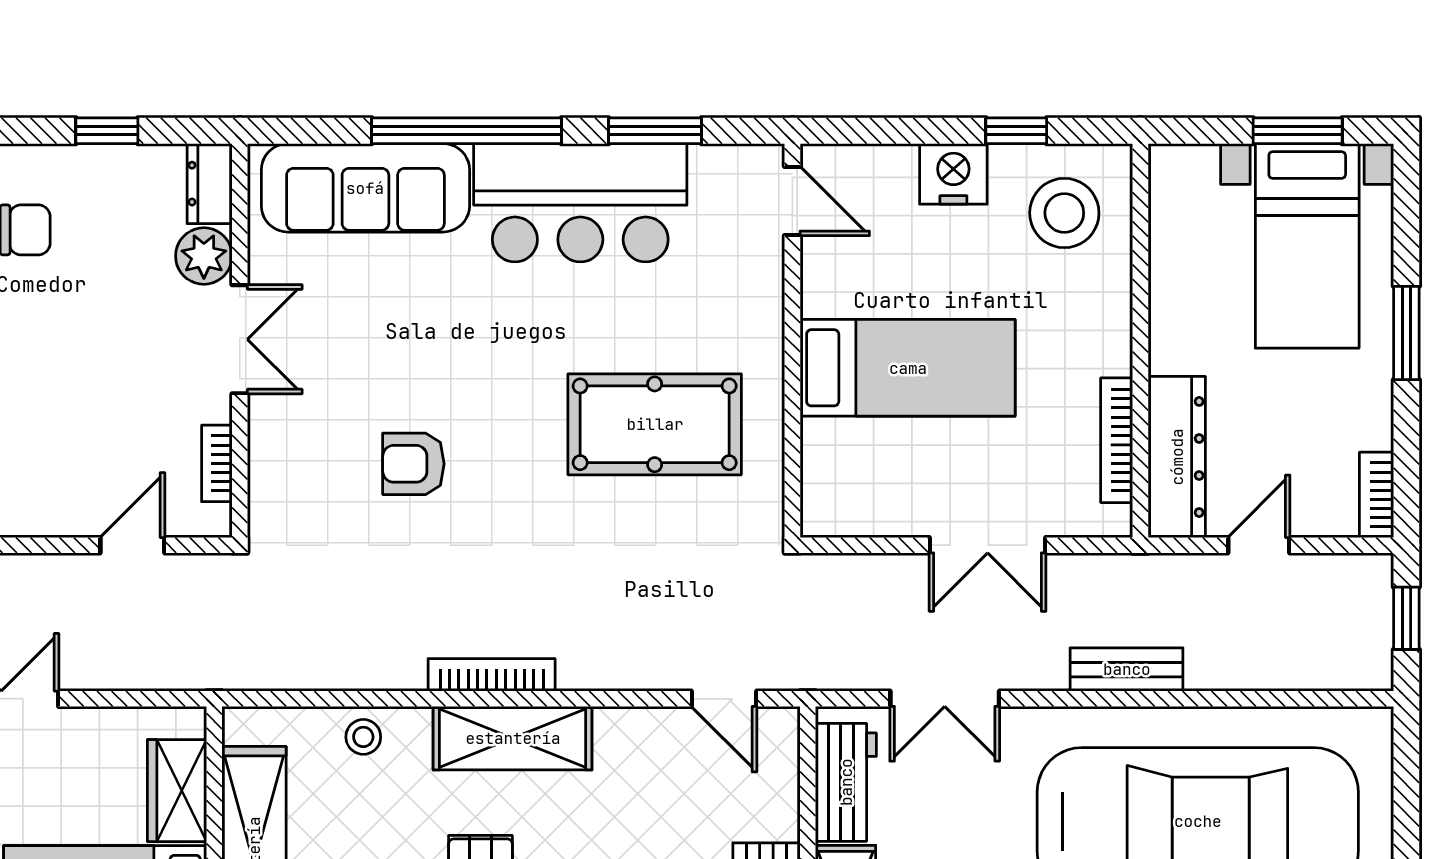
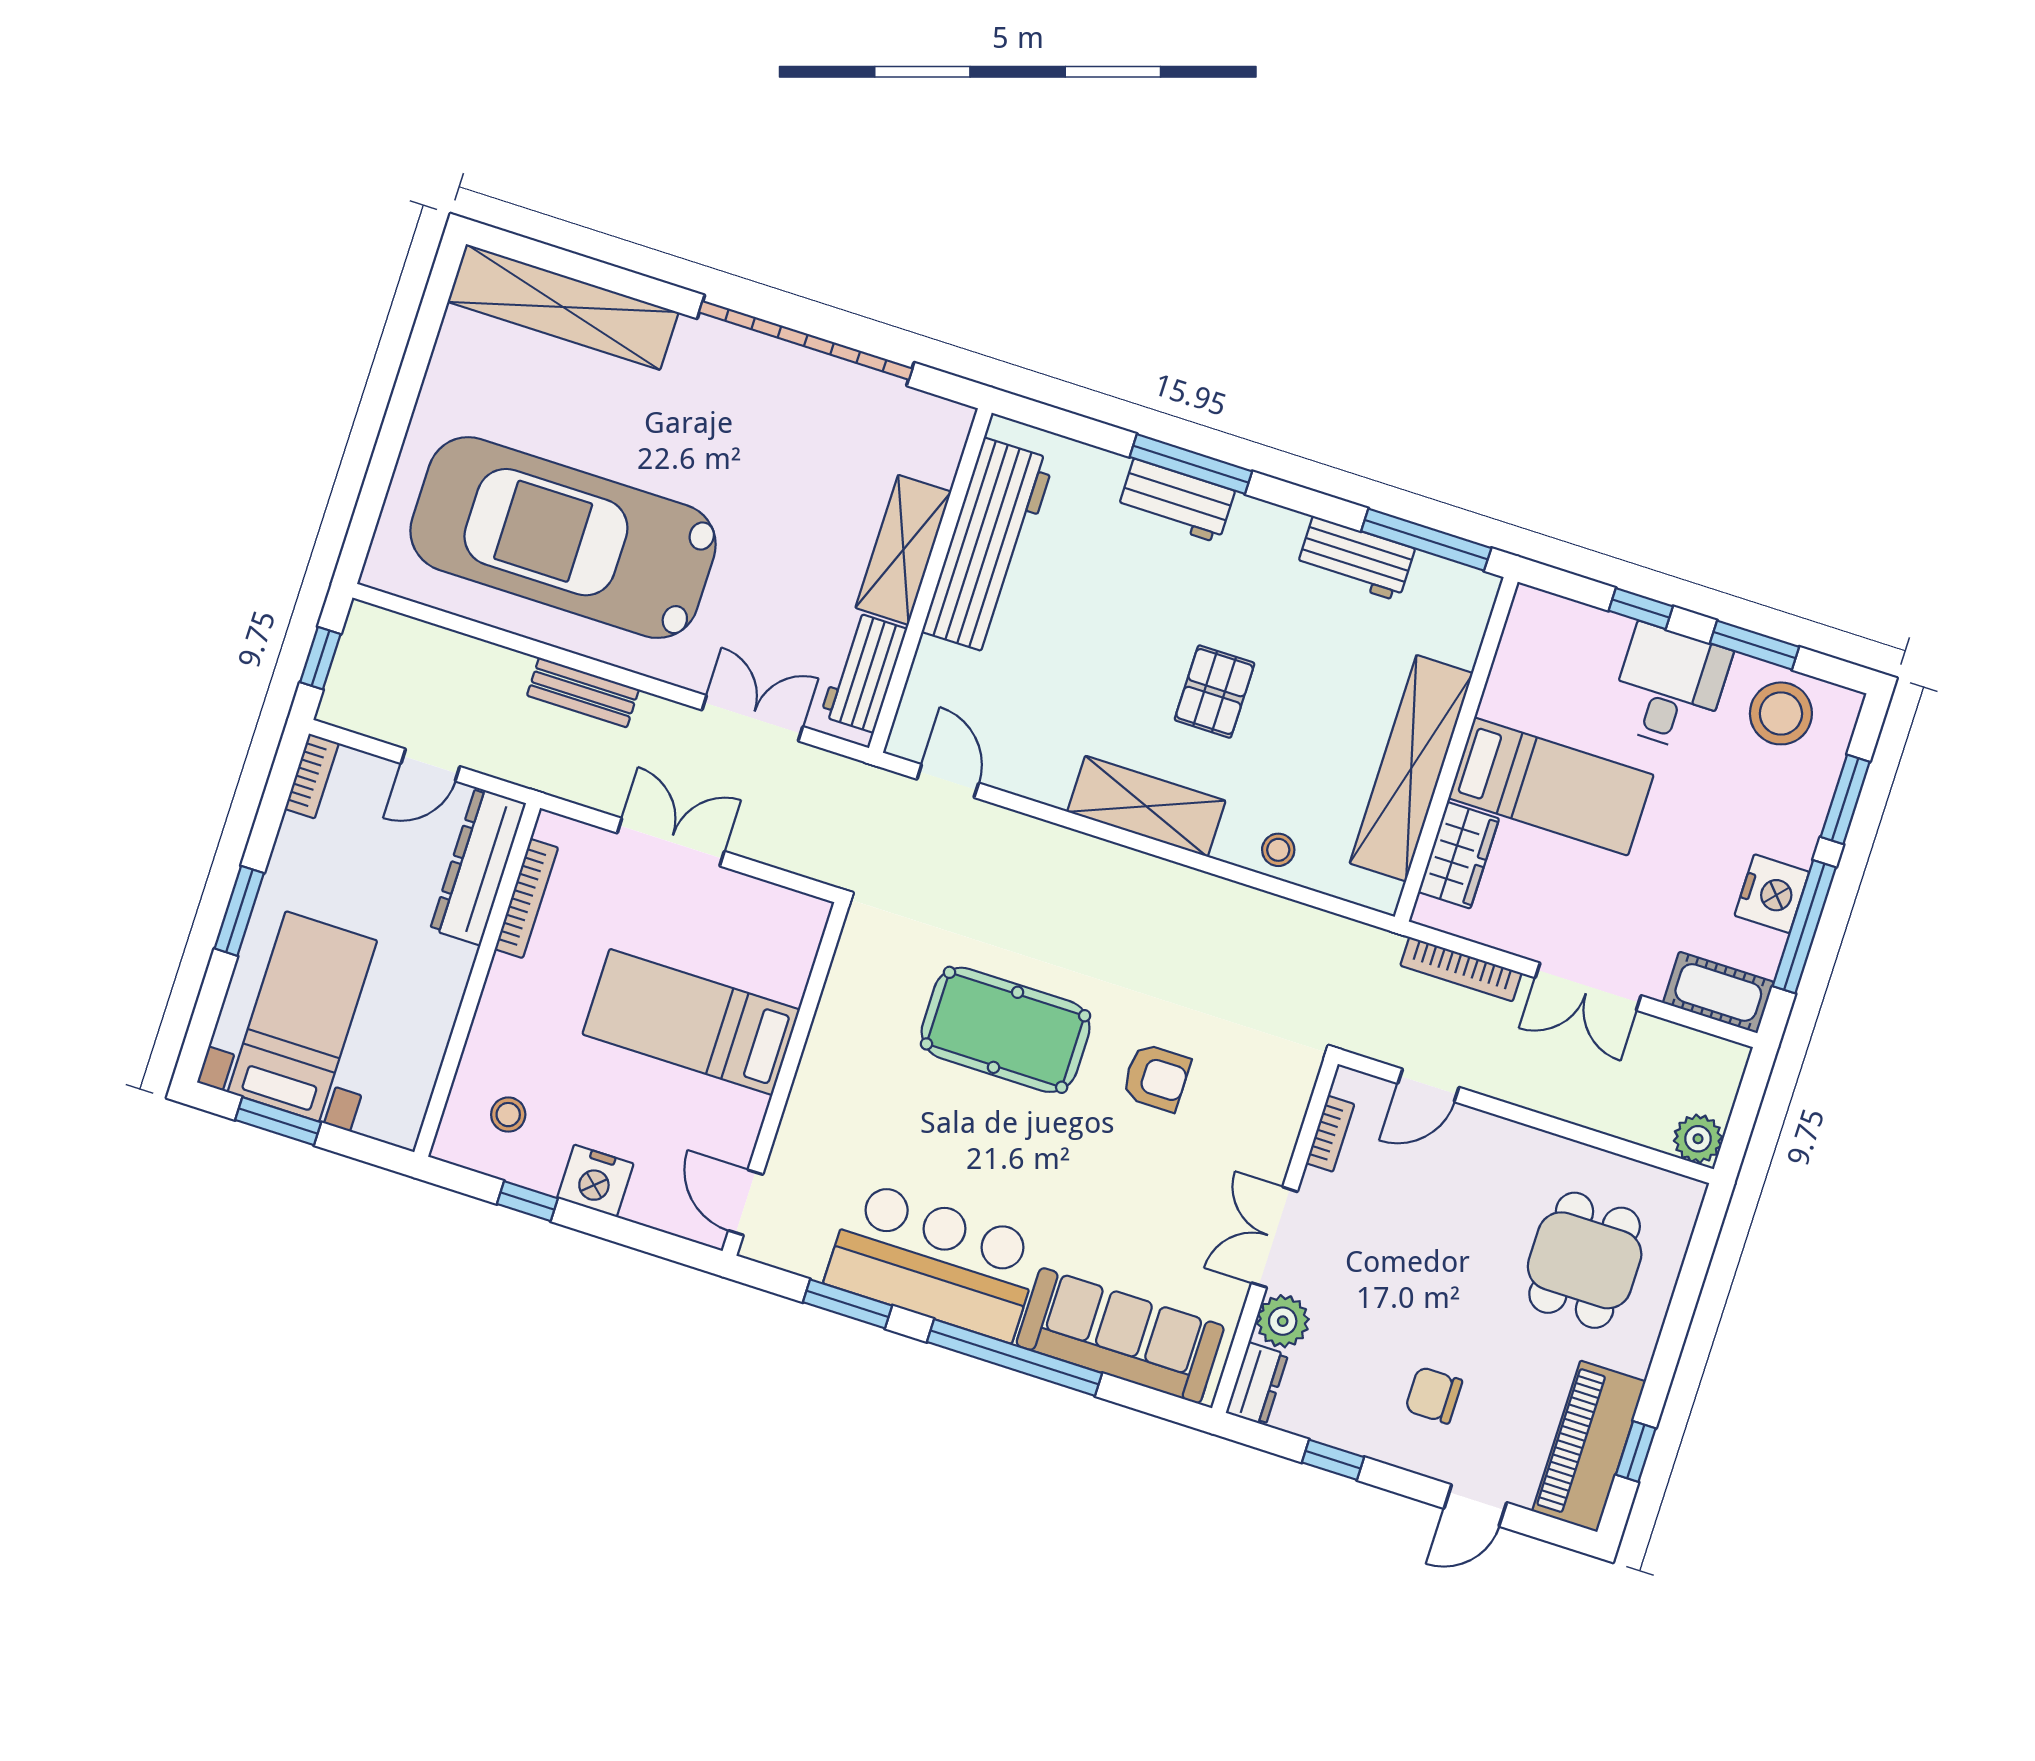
stool: (1064, 213) -> (508, 1115), width x0.53, depth x0.53
pool table: (655, 424) -> (1006, 1030), moved
bookcase: (492, 675) -> (1461, 969), moved

